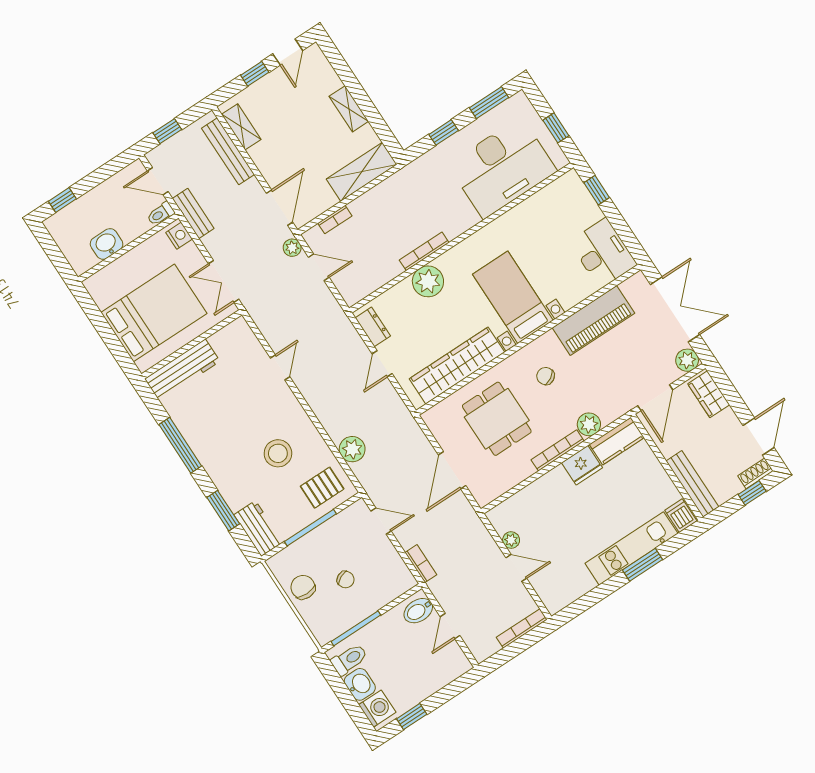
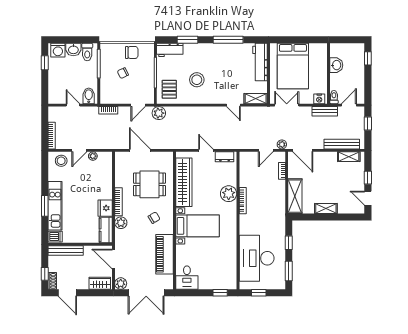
desk: (603, 253) -> (187, 278), width x0.73
shelving: (246, 338) -> (256, 99), added
plant: (352, 449) -> (159, 113), moved
stool: (552, 586) -> (61, 161), added

